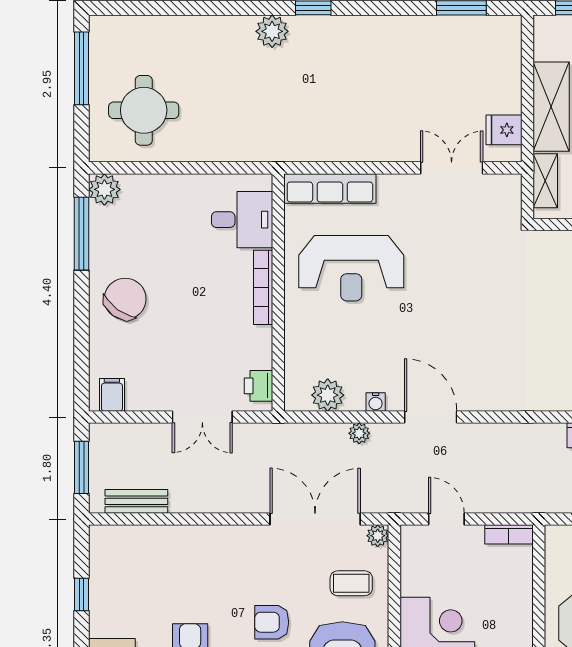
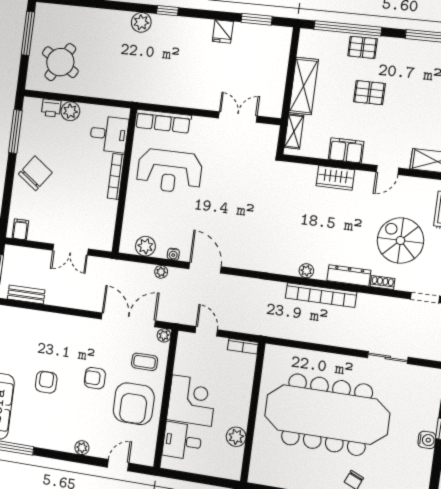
round table: (144, 110) -> (60, 62), turned 31
fridge: (504, 130) -> (223, 31), moved, turned -90
plant: (104, 189) -> (70, 111), moved
printer: (259, 386) -> (51, 108), moved, turned -90

